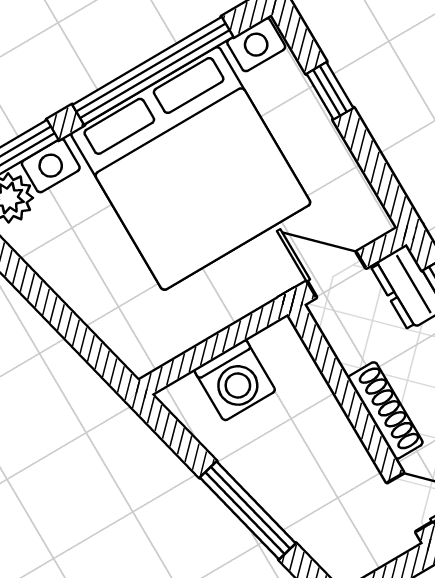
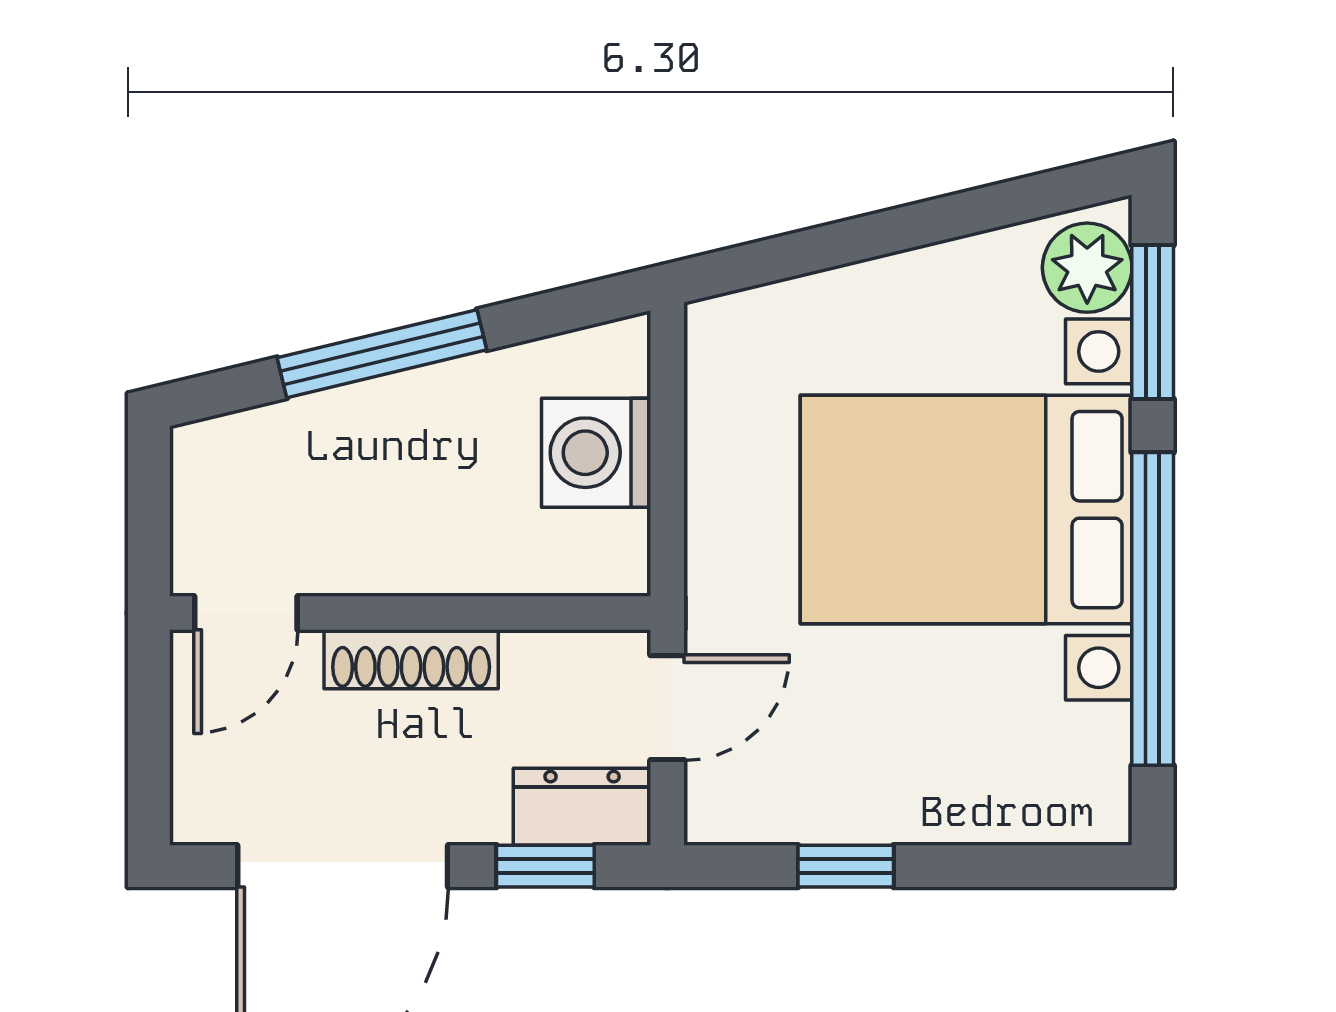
window: (330, 91) -> (846, 866), moved
bed with nightstands: (191, 168) -> (966, 510), width x0.73

